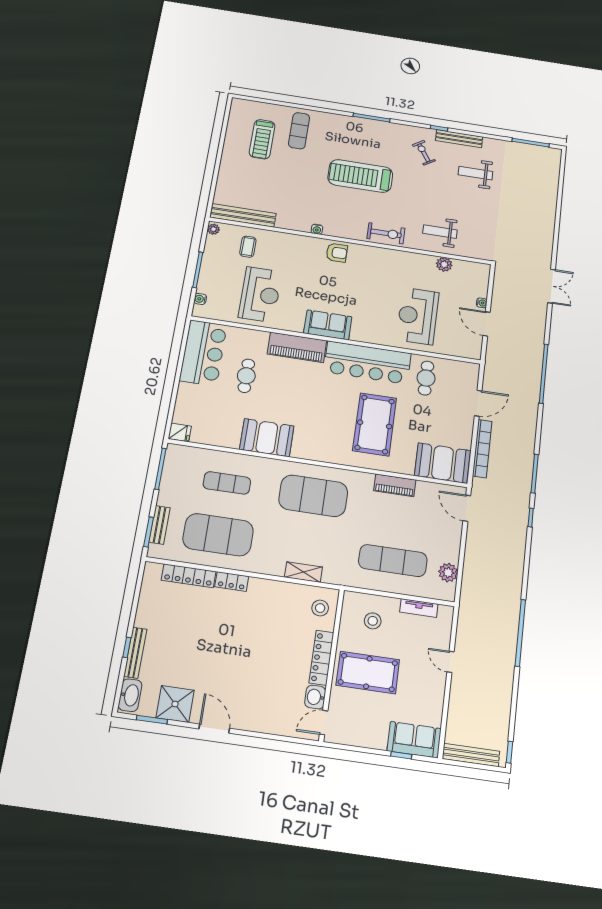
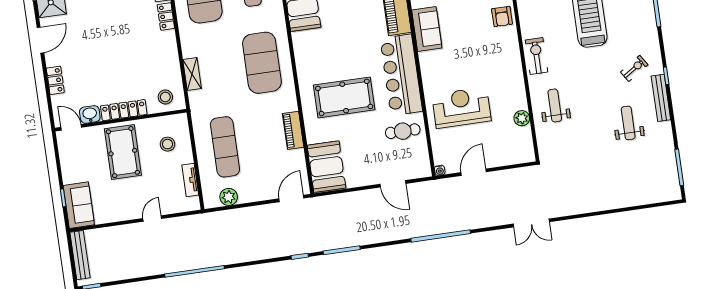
exercise bike: (386, 233) -> (537, 56), turned 180
water cooler: (482, 303) -> (440, 170), moved
bookcase: (482, 449) -> (351, 198), removed
locker: (265, 725) -> (55, 80), added

